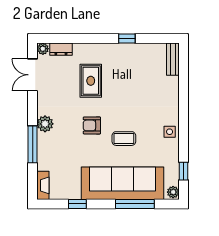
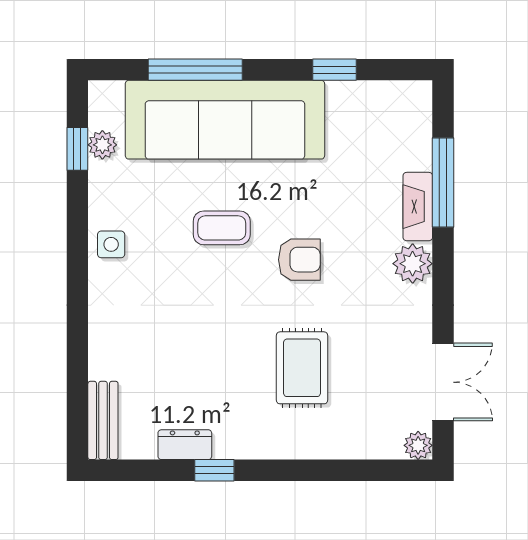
dresser: (61, 49) -> (185, 445), moved
window: (33, 144) -> (443, 182), moved
fireplace: (43, 185) -> (418, 207), moved
plant: (173, 192) -> (102, 145), moved

